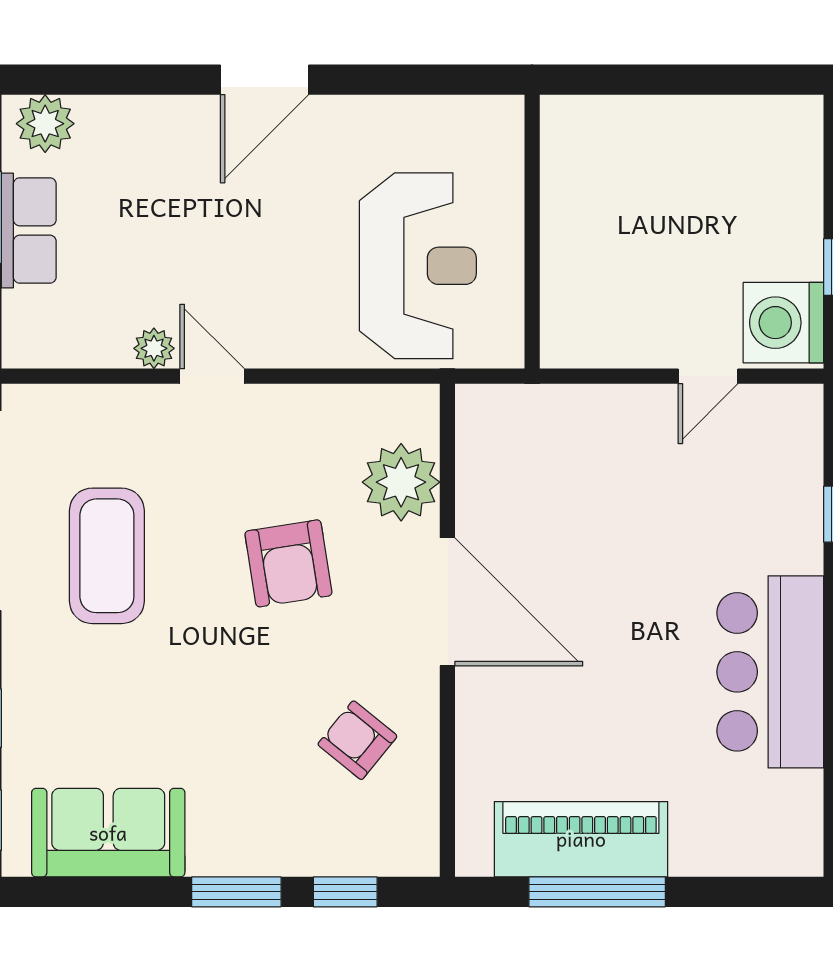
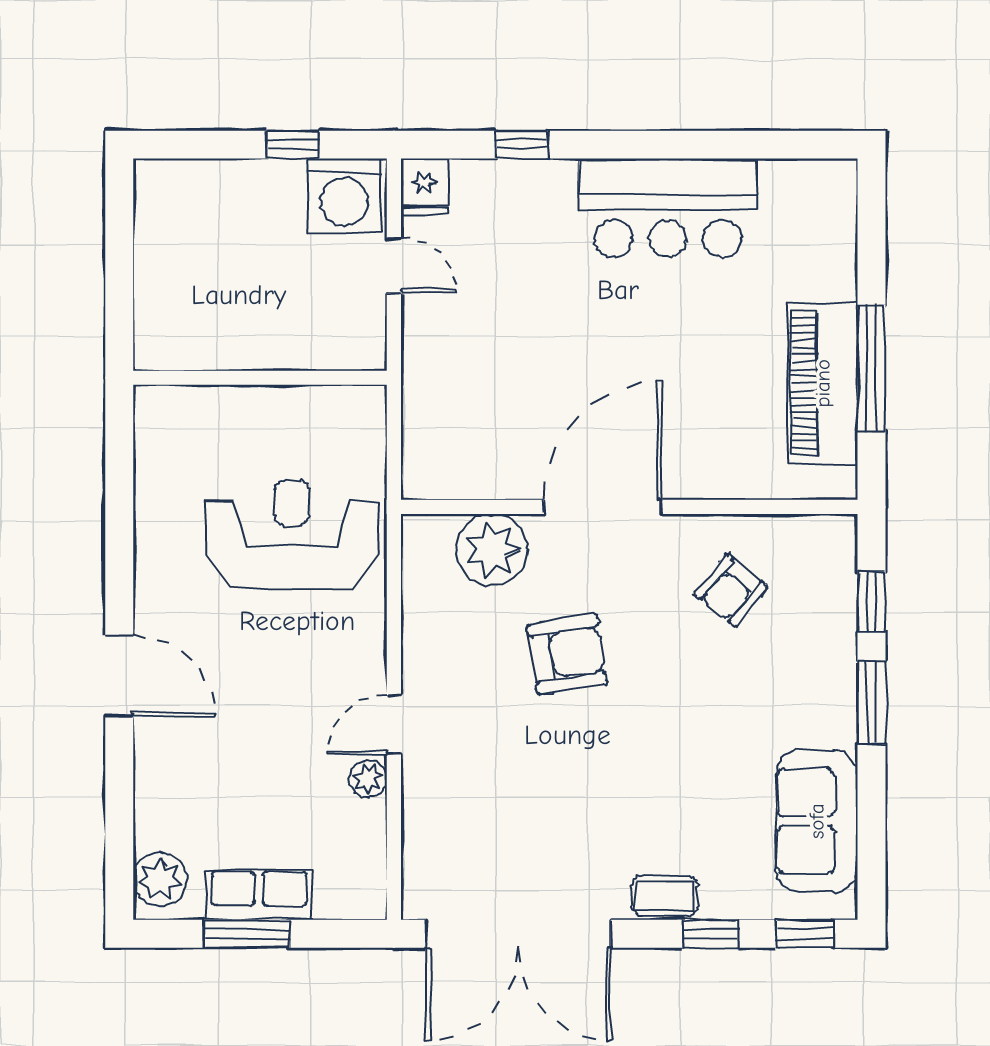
wall: (532, 232) -> (260, 378), moved
fridge: (793, 409) -> (424, 187), added
coffee table: (107, 556) -> (665, 896), moved, width x0.54, depth x0.58

